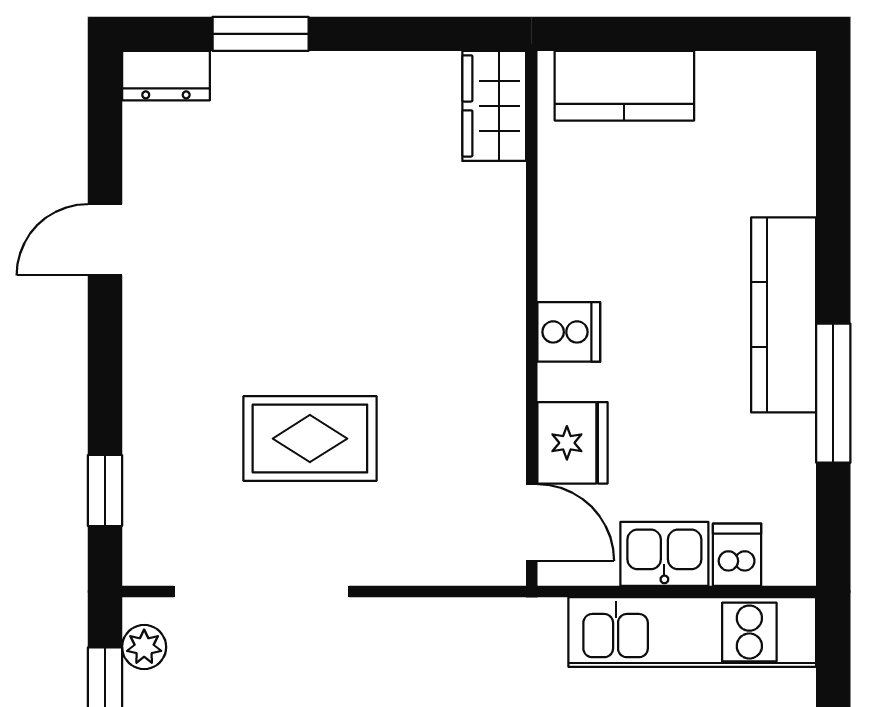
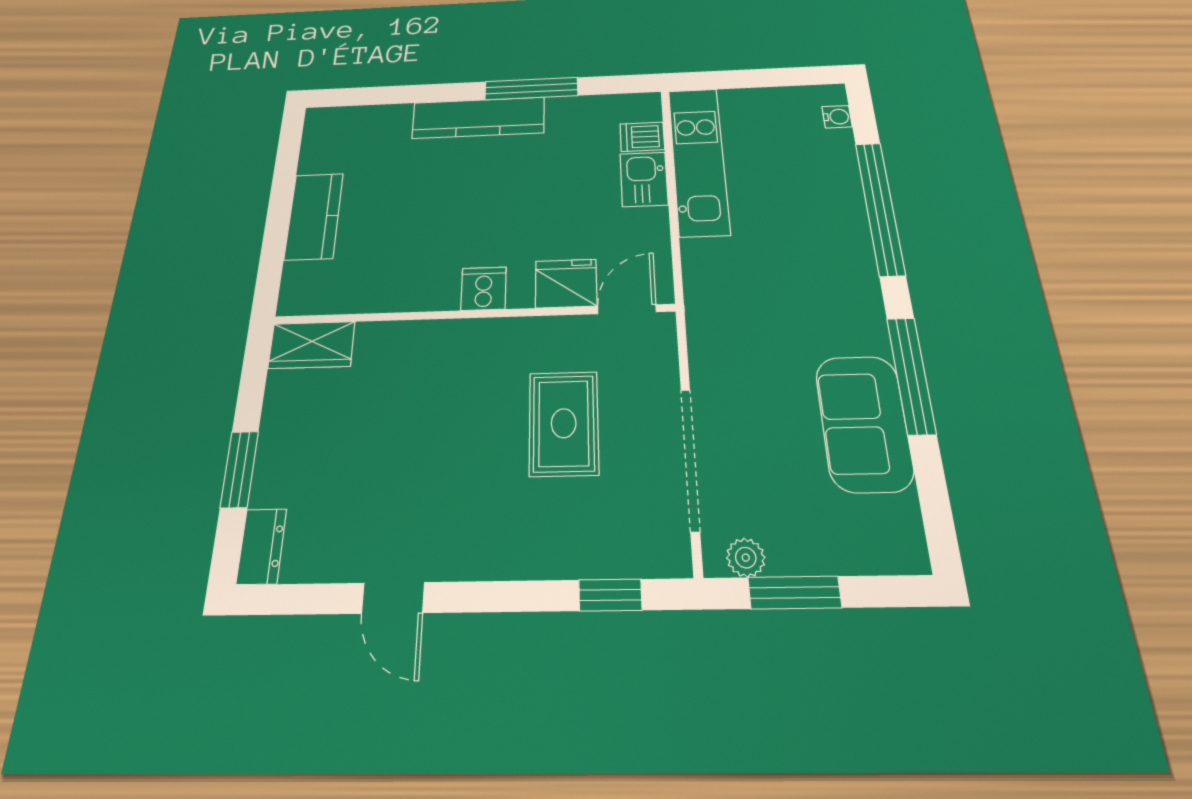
wardrobe: (494, 106) -> (312, 345), moved
wall: (532, 318) -> (472, 314), moved
cooker: (569, 332) -> (484, 289), moved
fridge: (573, 443) -> (566, 283), moved
door: (532, 522) -> (627, 309), moved

